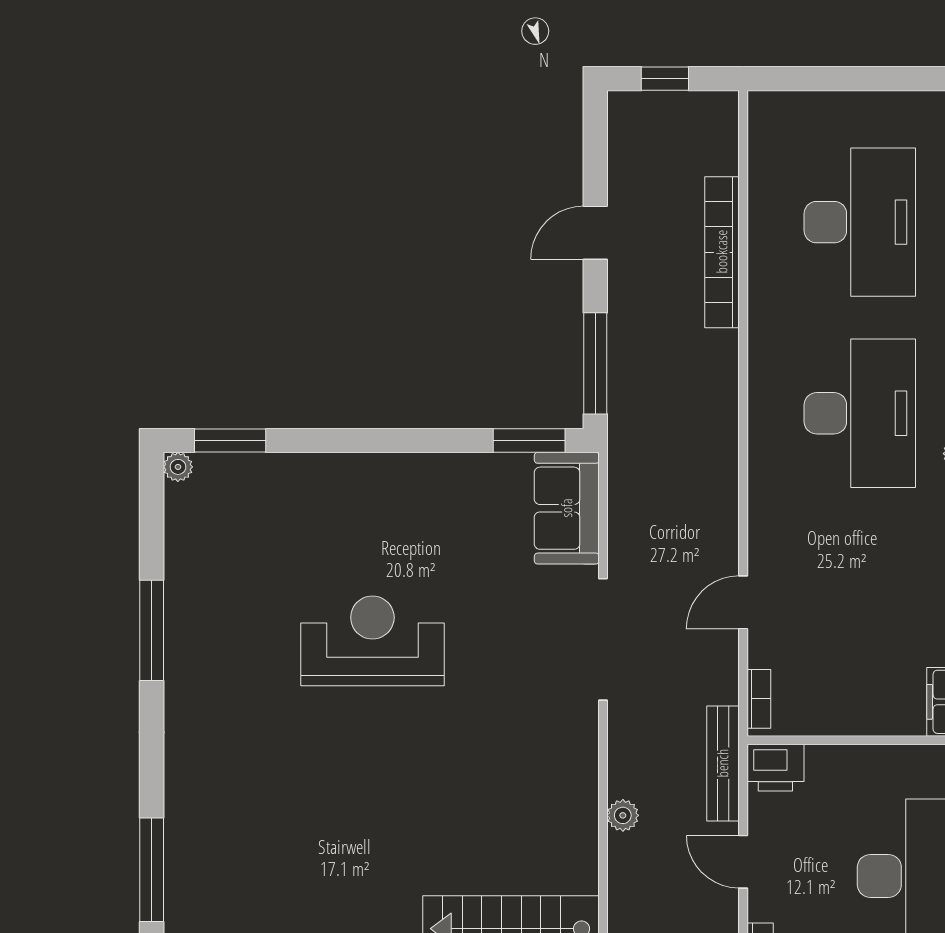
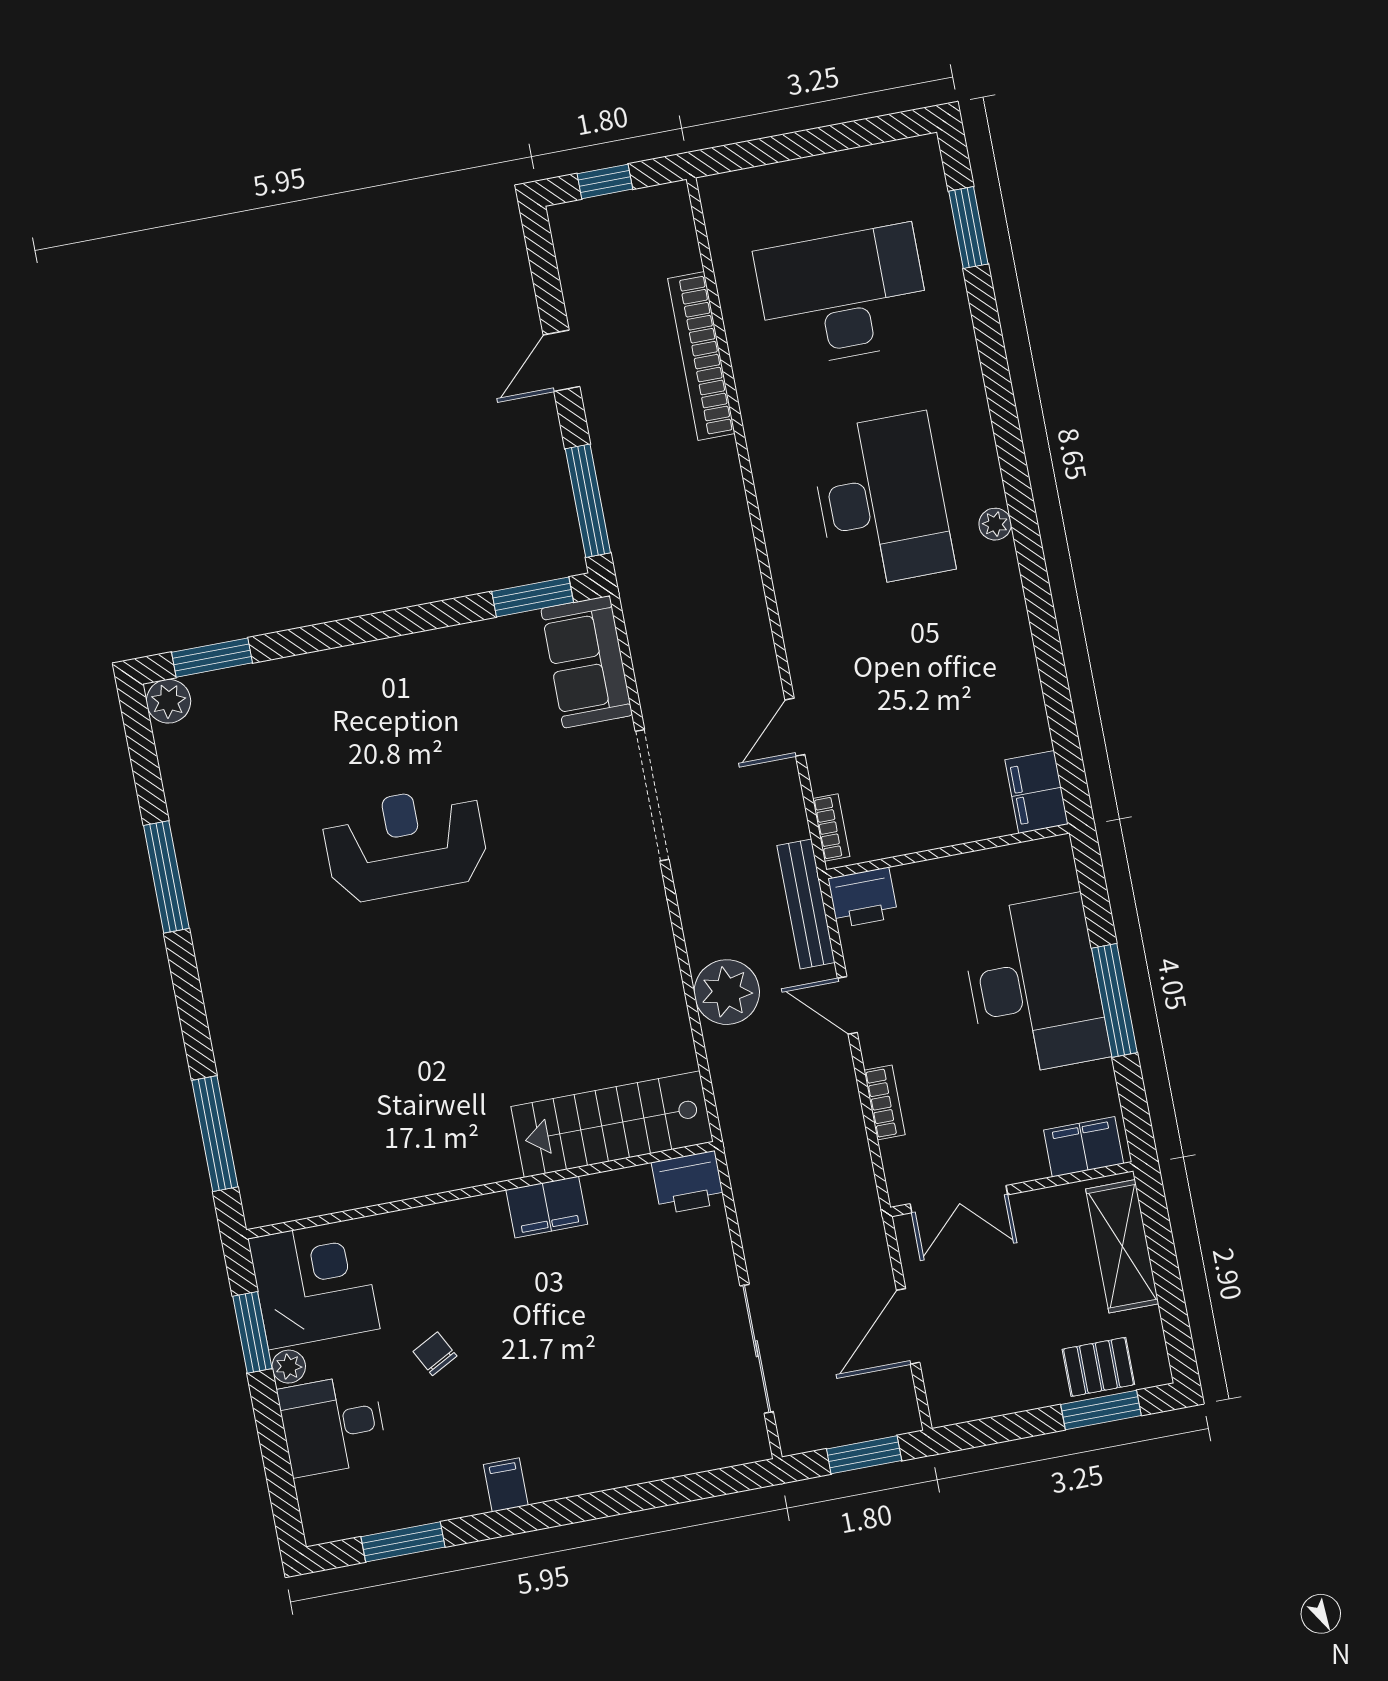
desk: (860, 222) -> (843, 296), turned -90
plant: (178, 467) -> (168, 701), width x1.38, depth x1.38
plant: (623, 815) -> (727, 992), width x1.88, depth x1.88

